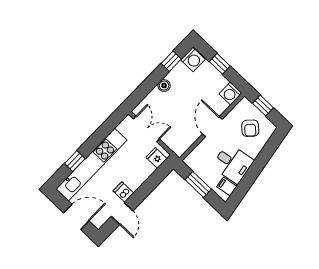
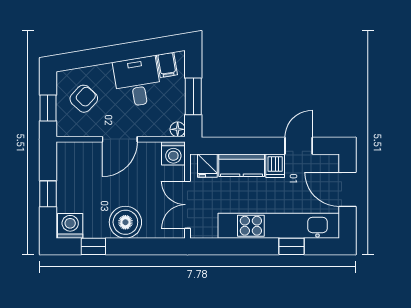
boiler: (164, 86) -> (125, 222), width x1.86, depth x1.86
washing machine: (230, 94) -> (173, 153), moved, turned 90
floor lamp: (189, 161) -> (178, 129), added
kitchen counter: (140, 175) -> (242, 165), added

